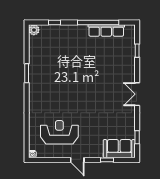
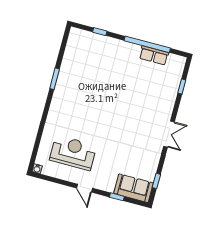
plant: (34, 30) -> (75, 34), removed
row of seats: (106, 30) -> (154, 55), width x0.68
double door: (137, 94) -> (169, 134), swing flipped

